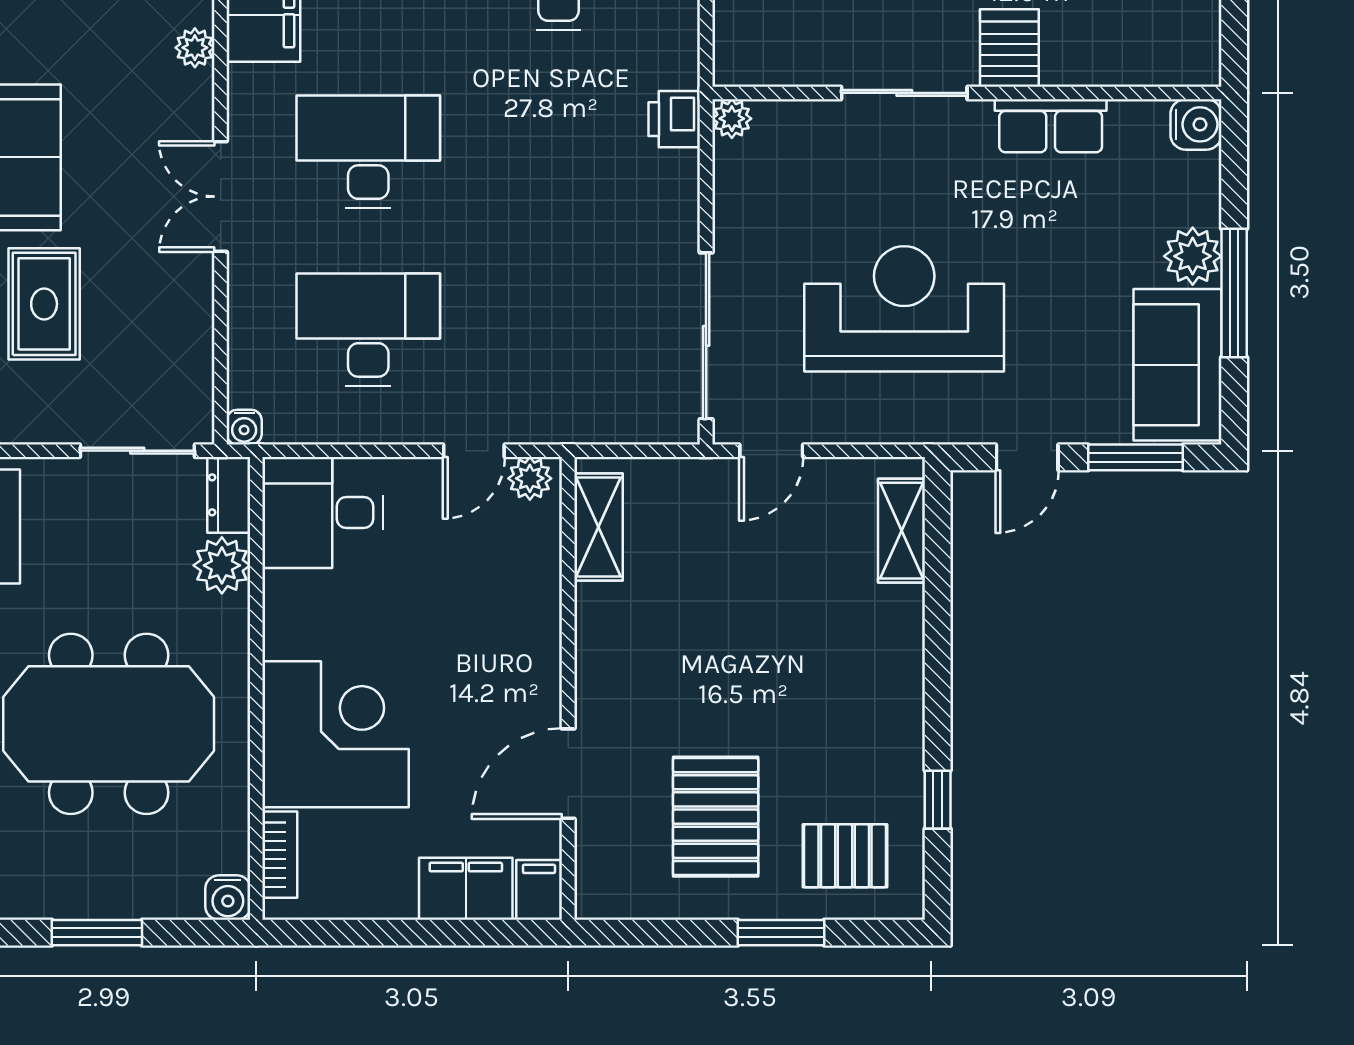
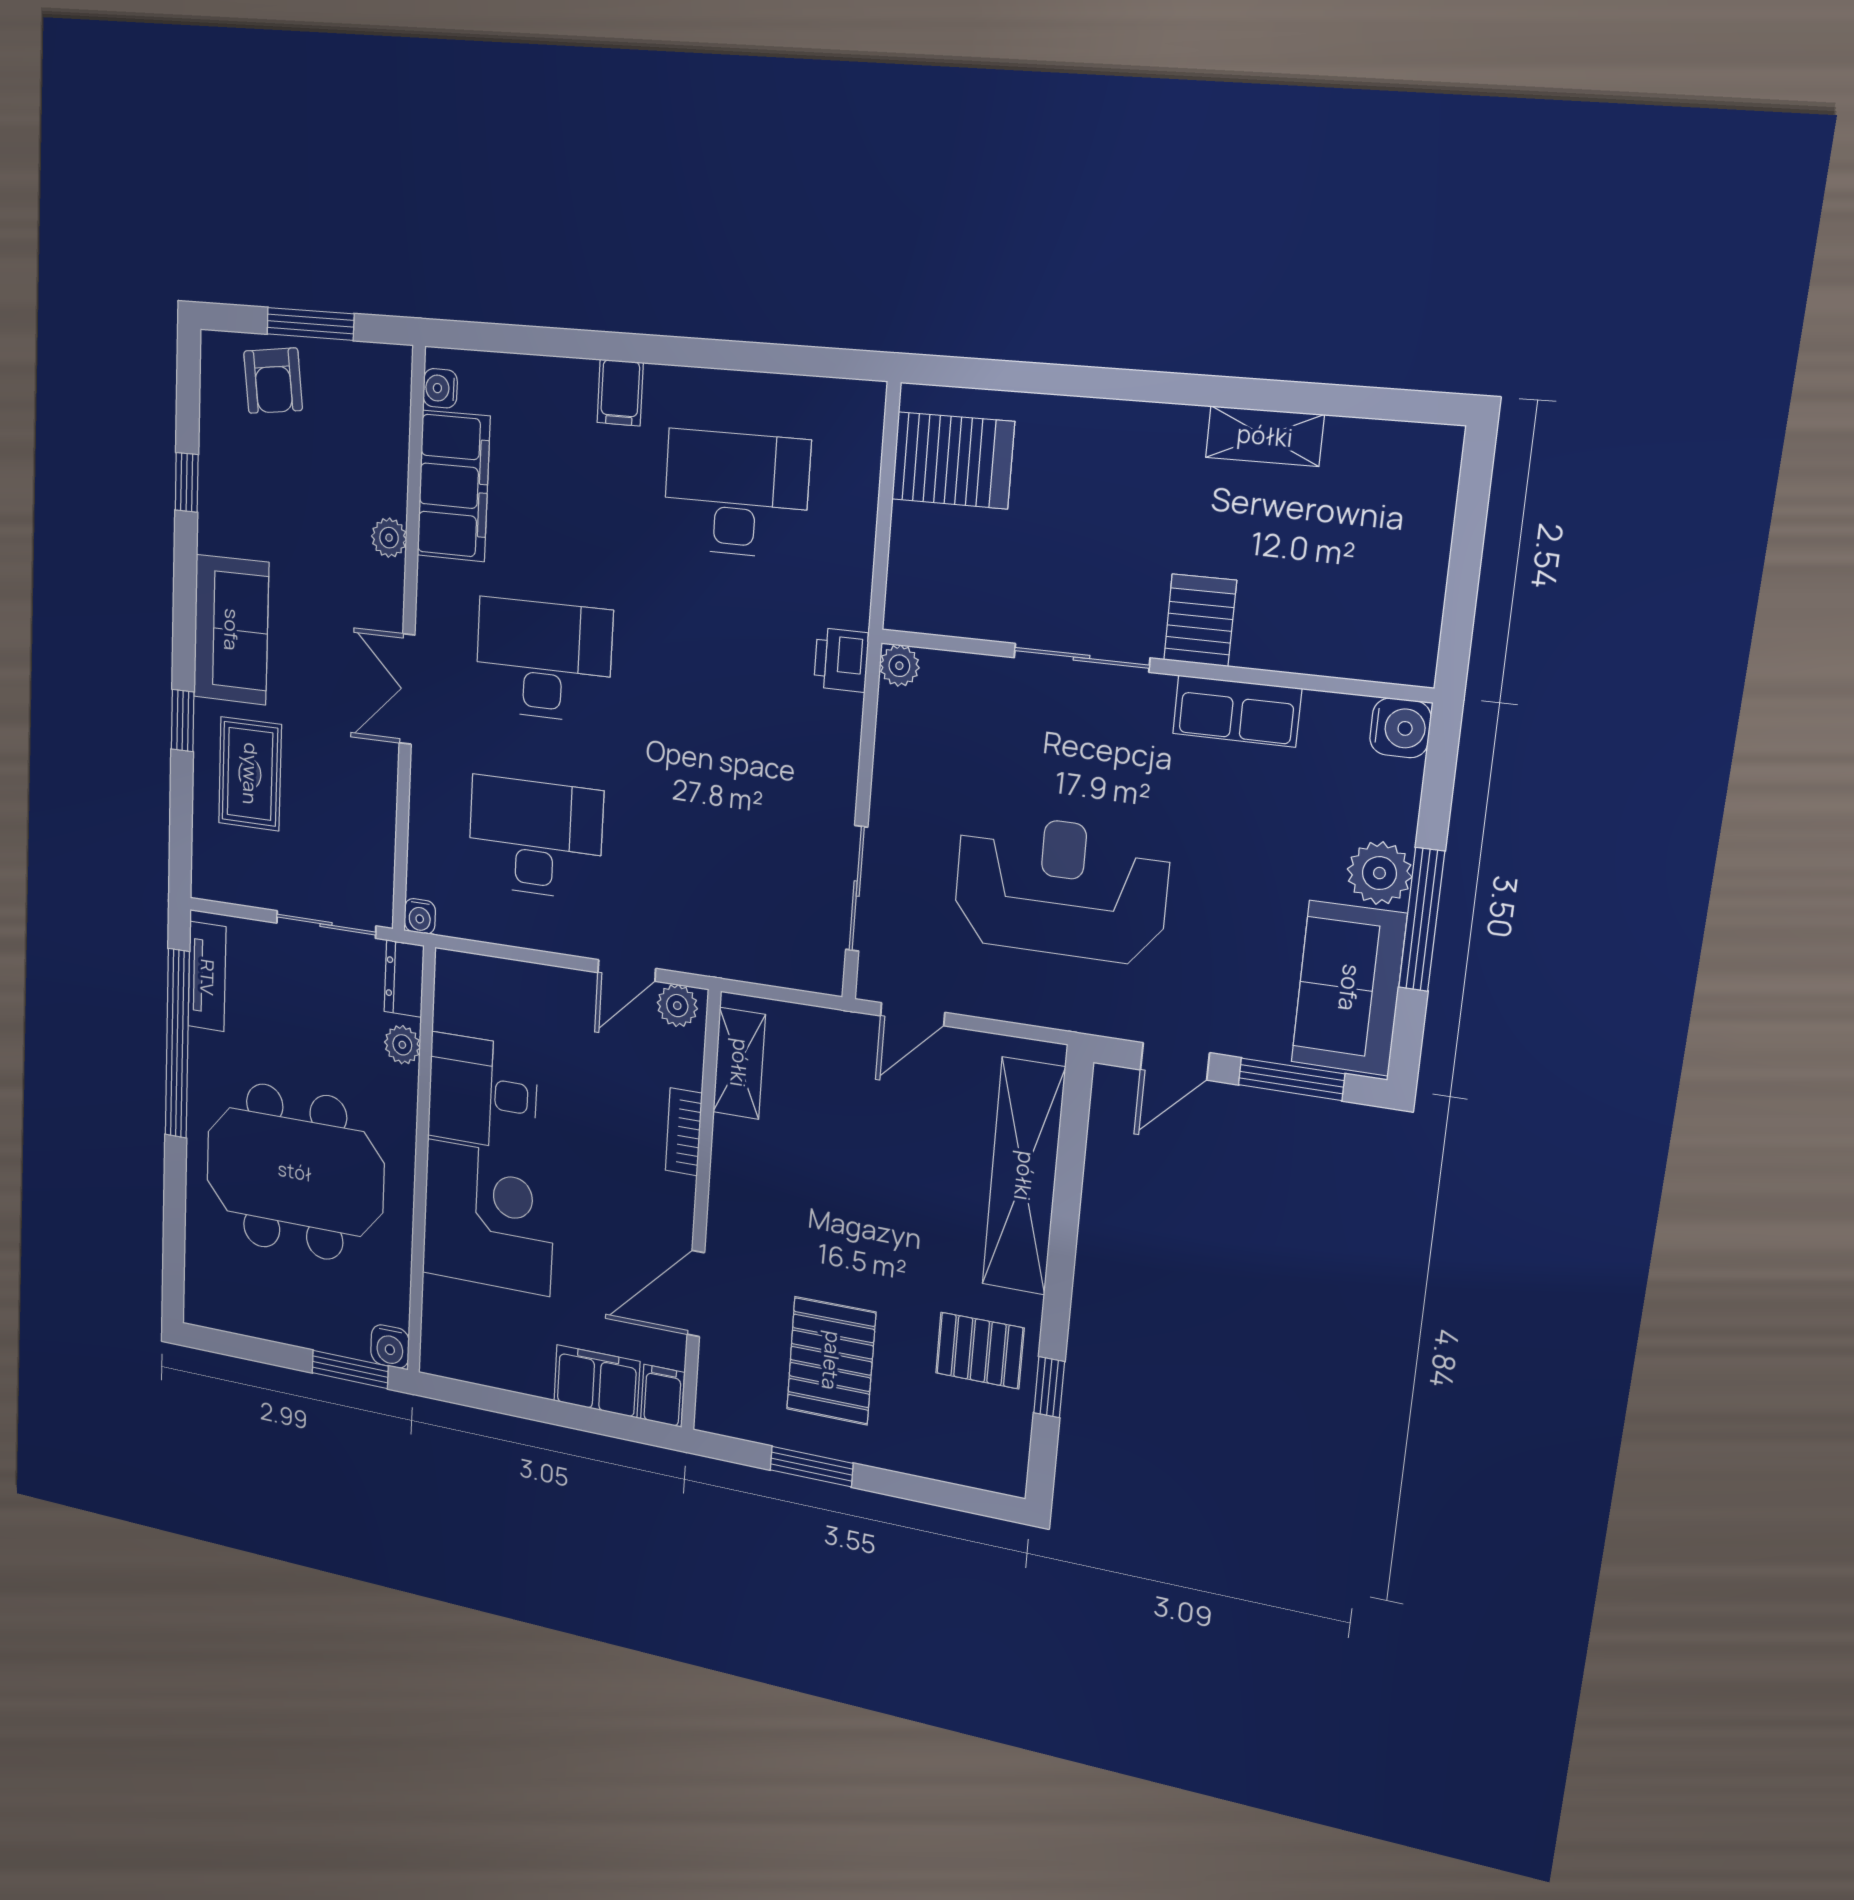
sliding door: (706, 336) -> (857, 889), width x0.73
desk: (323, 513) -> (482, 1092), moved
shelving: (902, 531) -> (1024, 1176), width x2.20, depth x1.33
plant: (222, 565) -> (402, 1045), width x0.73, depth x0.73
bookcase: (280, 855) -> (684, 1132), moved, turned 180
pallet: (845, 856) -> (980, 1351), moved
window: (97, 933) -> (350, 1369), moved
window: (781, 933) -> (812, 1467), moved

